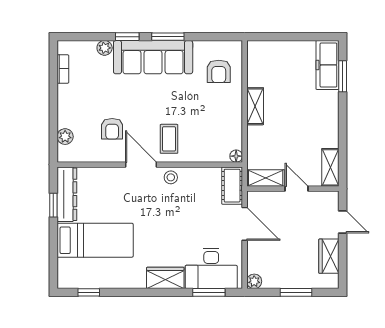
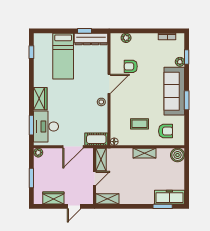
window: (127, 37) -> (187, 57), moved
boiler: (258, 52) -> (178, 155), added
armchair: (219, 71) -> (166, 131), turned 180
coffee table: (169, 139) -> (139, 124), moved

